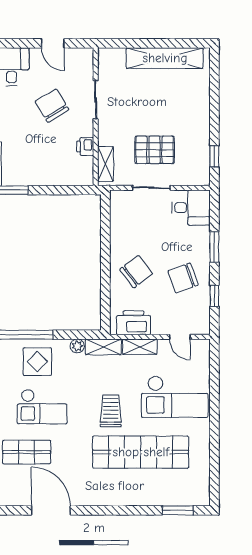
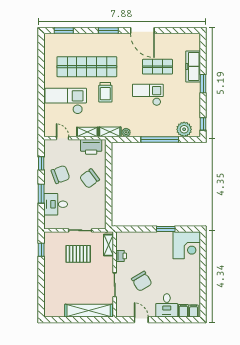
shelving: (165, 58) -> (89, 311), moved
desk: (191, 208) -> (56, 204), moved
display table: (37, 362) -> (151, 123), removed
window: (106, 510) -> (108, 31), added

